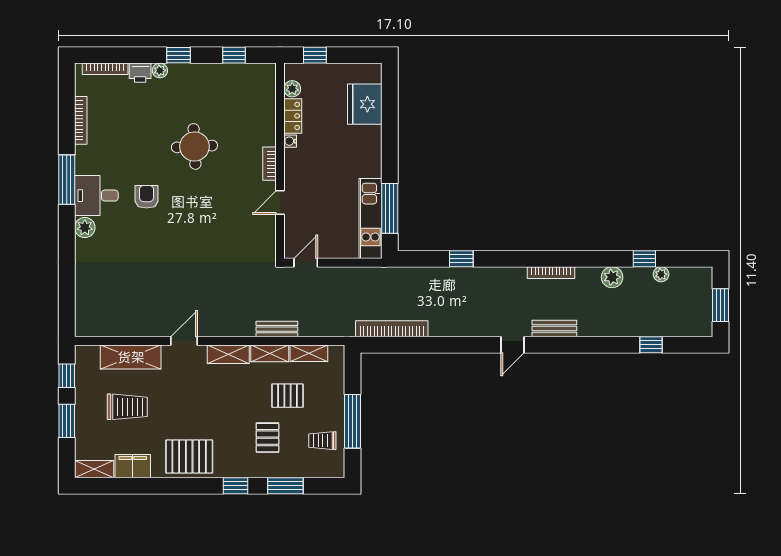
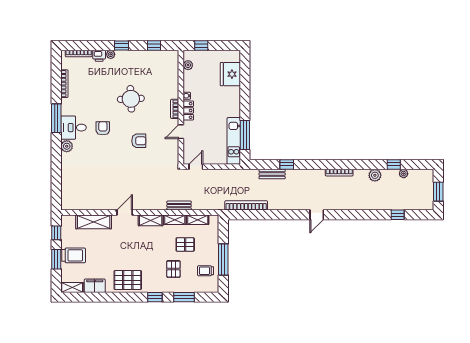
locker: (293, 116) -> (188, 110), moved
armchair: (208, 218) -> (139, 141), added
bench: (554, 328) -> (272, 174), moved
trolley: (127, 407) -> (74, 255), moved

